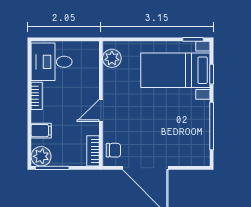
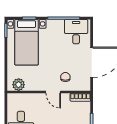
desk: (191, 145) -> (76, 32), added
chair: (113, 150) -> (65, 77), moved

